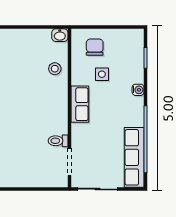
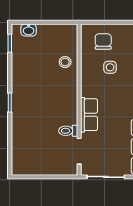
washbasin: (60, 35) -> (29, 30), moved
row of seats: (80, 104) -> (89, 115), moved

